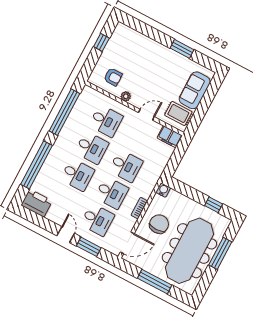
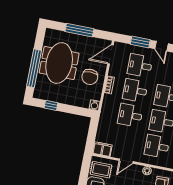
meeting table: (189, 251) -> (59, 63), width x0.73
window: (220, 253) -> (34, 68), width x1.46

